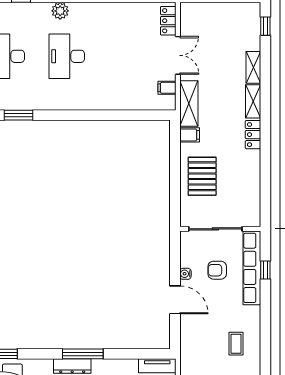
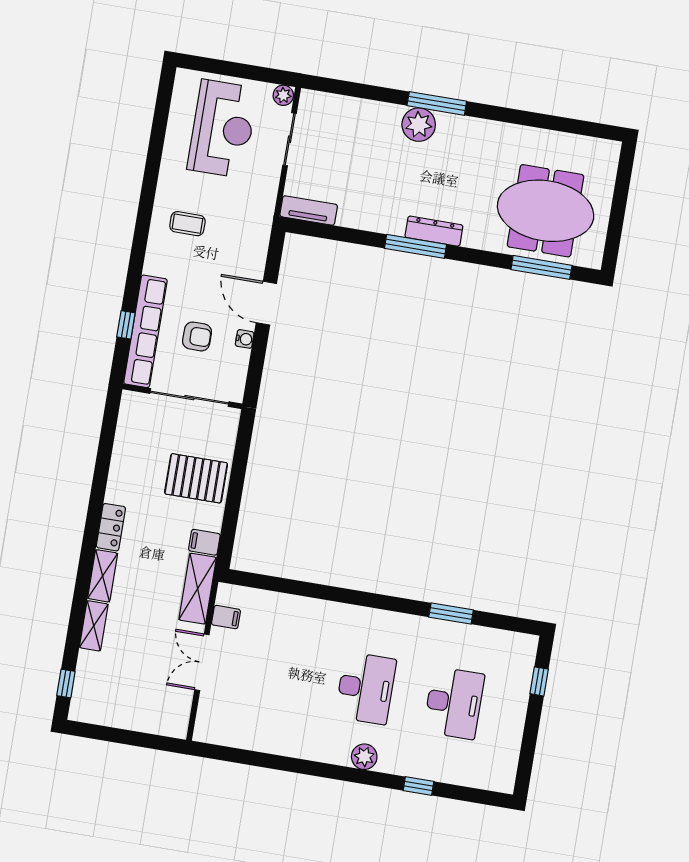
locker: (168, 21) -> (208, 716), removed
pallet: (202, 176) -> (196, 478), turned 90
coffee table: (236, 344) -> (187, 224), turned 90

